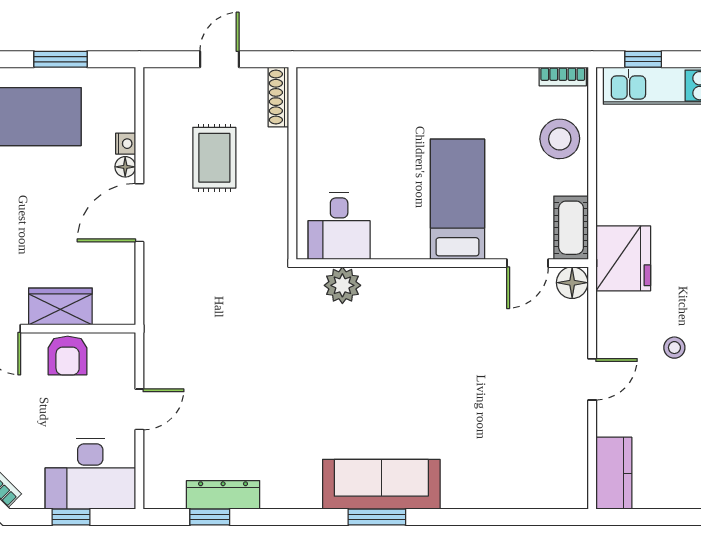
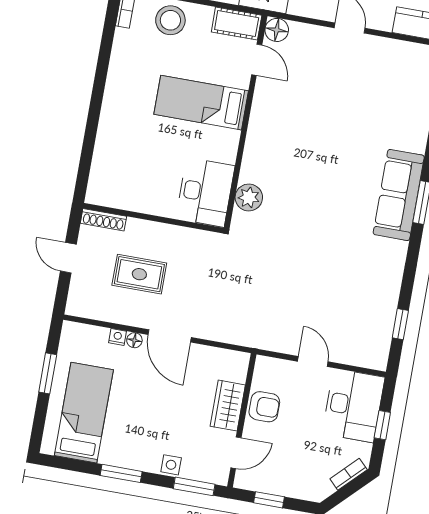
desk: (339, 226) -> (205, 192), width x1.37
dresser: (223, 495) -> (386, 312), removed

